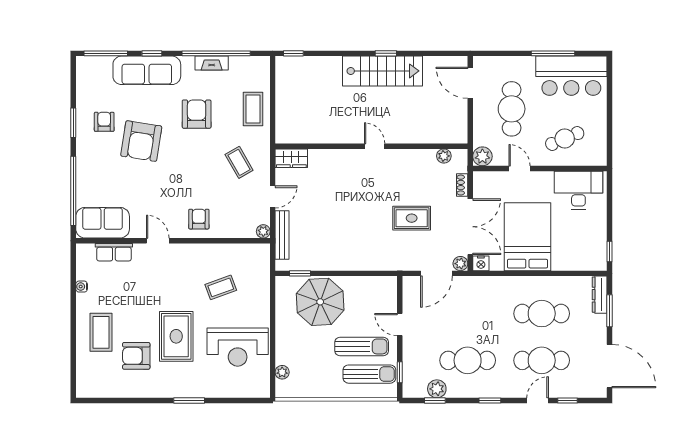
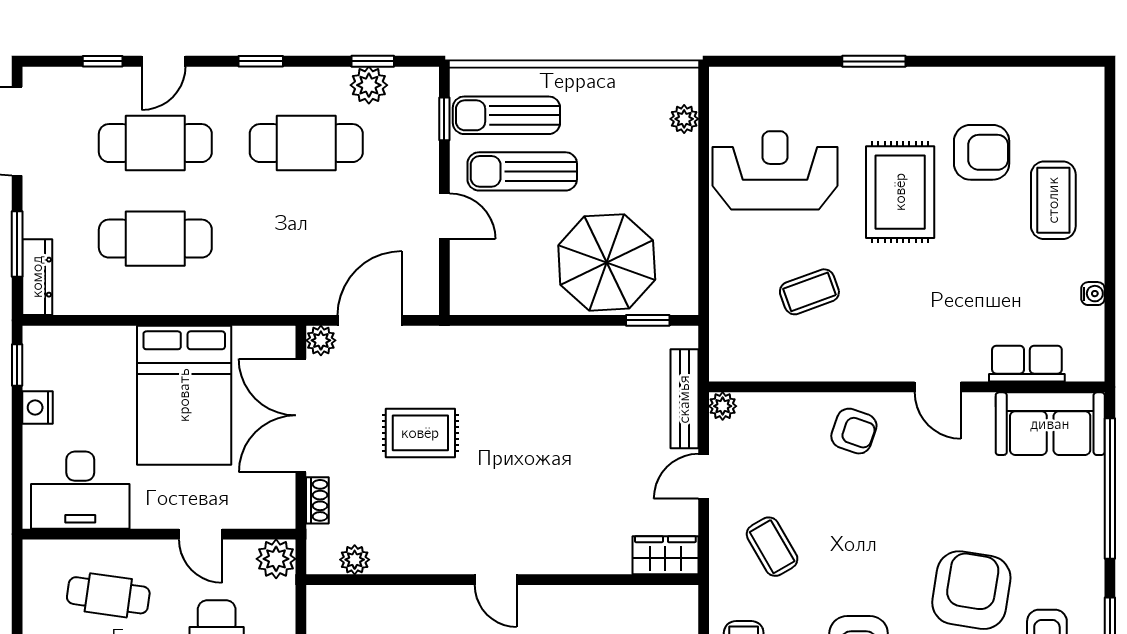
cafe table: (565, 138) -> (108, 595), turned 31
armchair: (199, 219) -> (854, 431), turned -71
nightstand: (481, 263) -> (38, 408), moved, turned -90

